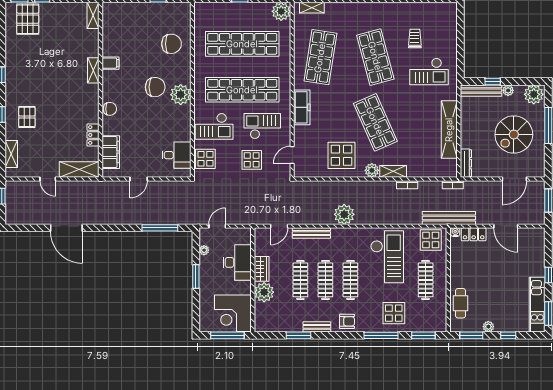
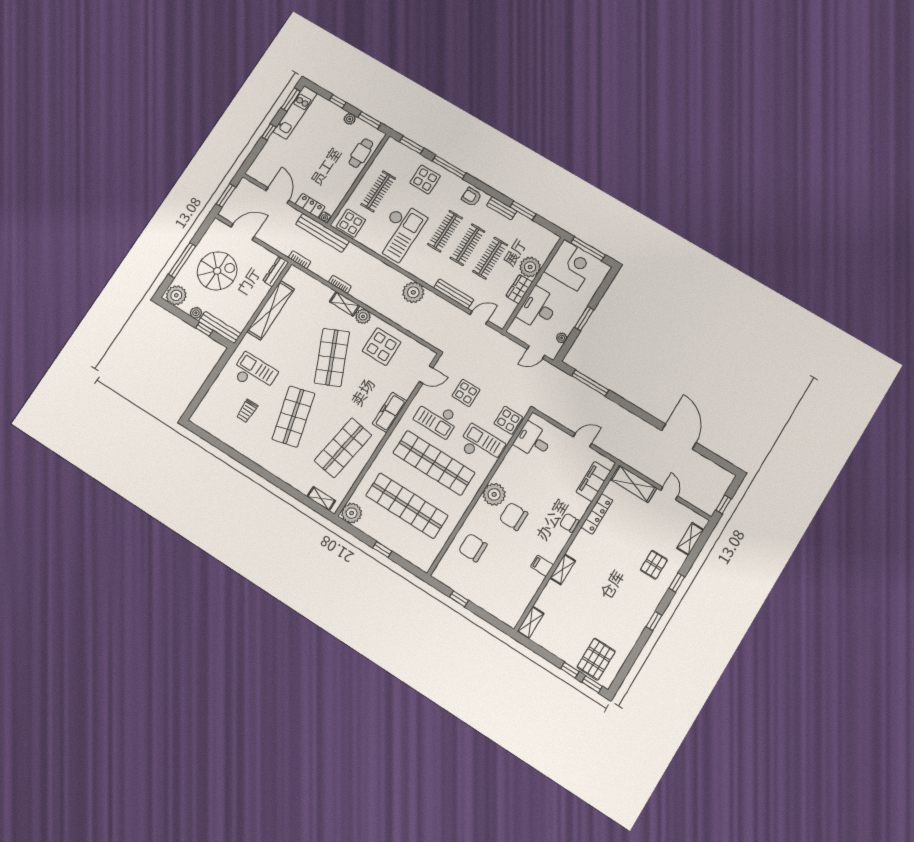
locker: (93, 135) -> (597, 514), width x1.53
checkout: (387, 257) -> (399, 232), turned 180

